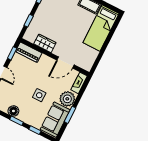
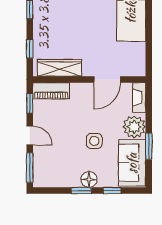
wardrobe: (45, 43) -> (59, 68), width x1.50
floor lamp: (13, 111) -> (89, 179), moved

